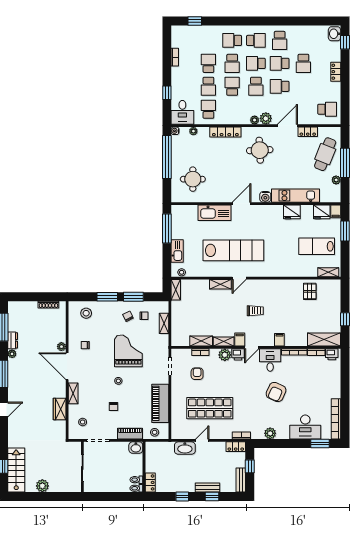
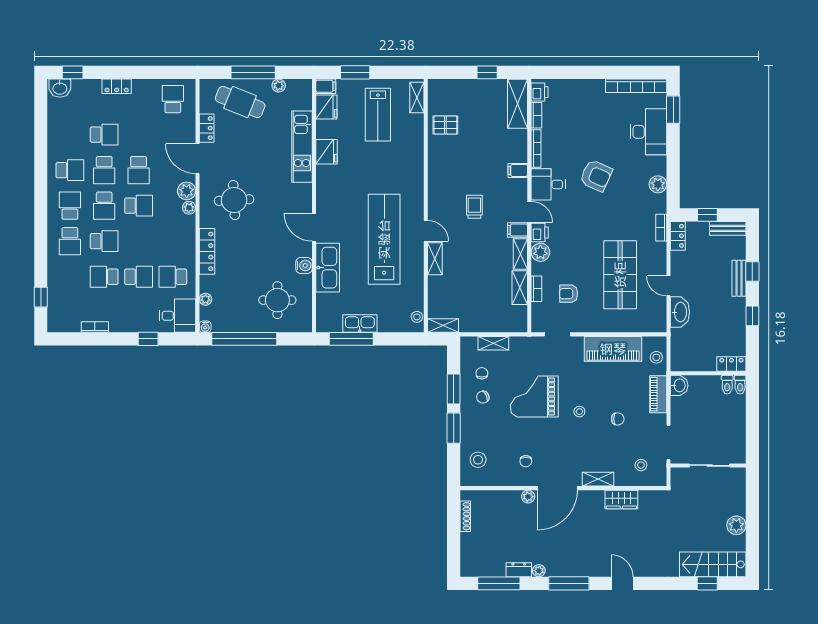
school desk: (232, 86) -> (139, 241), removed
water cooler: (265, 197) -> (304, 265), moved
kitchen sink: (177, 251) -> (360, 323), moved

